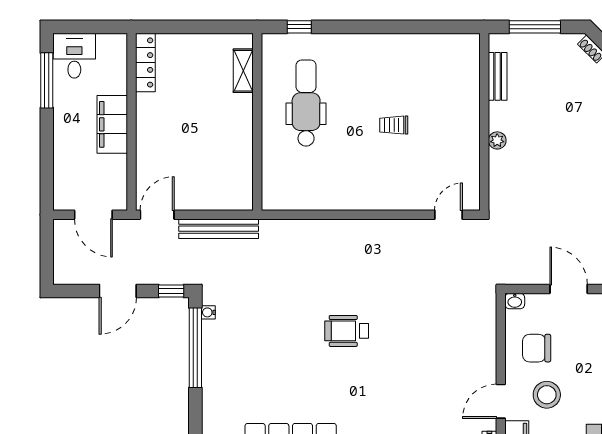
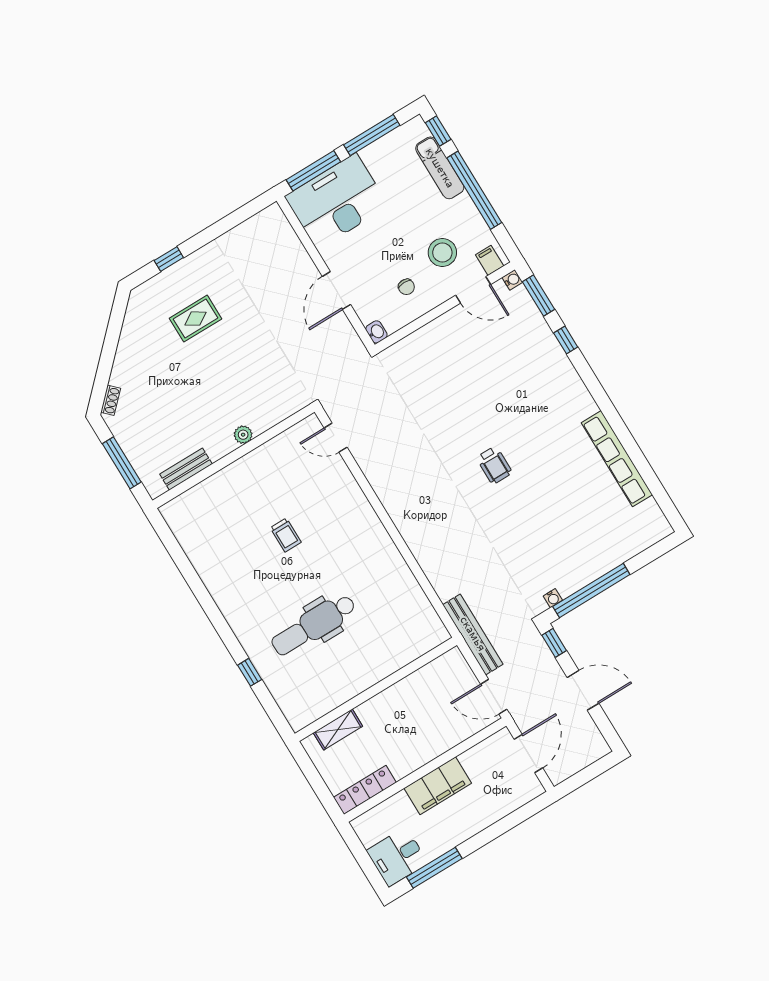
shelving: (243, 71) -> (338, 729), moved
wall: (257, 122) -> (376, 689), moved
wheelchair: (347, 331) -> (494, 465), width x0.73, depth x0.73
chair: (537, 348) -> (406, 287), width x0.54, depth x0.54

